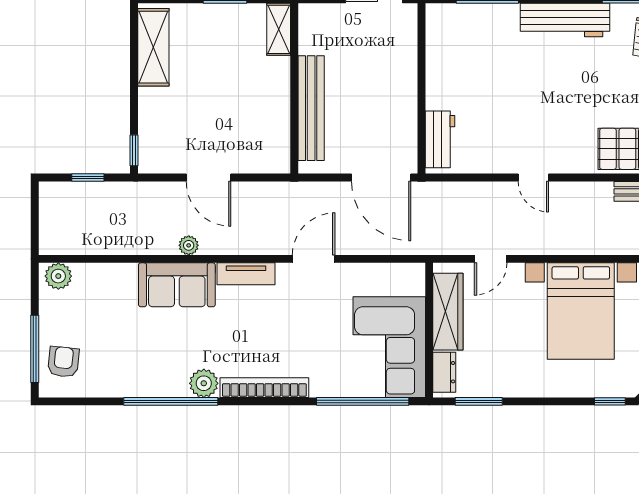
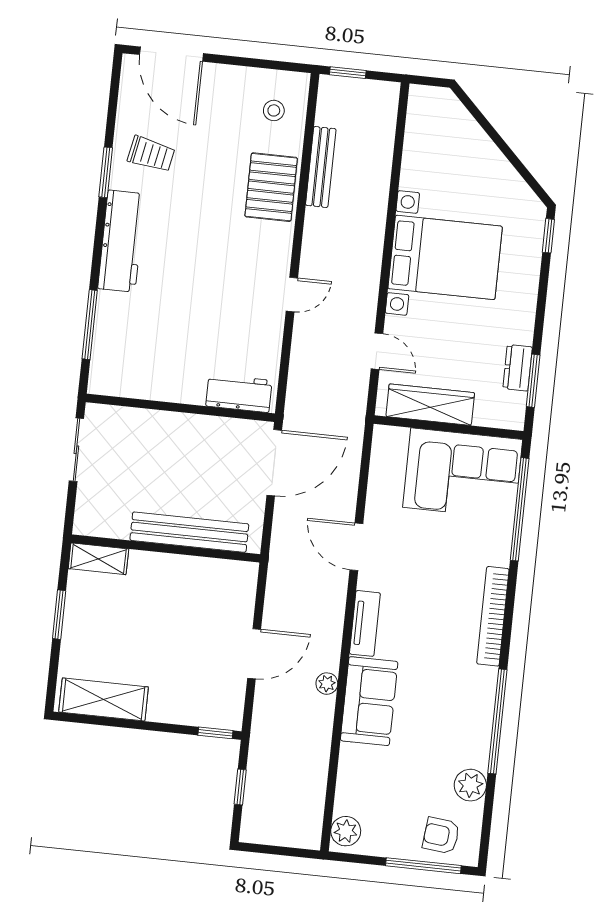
dresser: (444, 372) -> (518, 368), moved, turned -90
plant: (204, 383) -> (470, 785), moved

